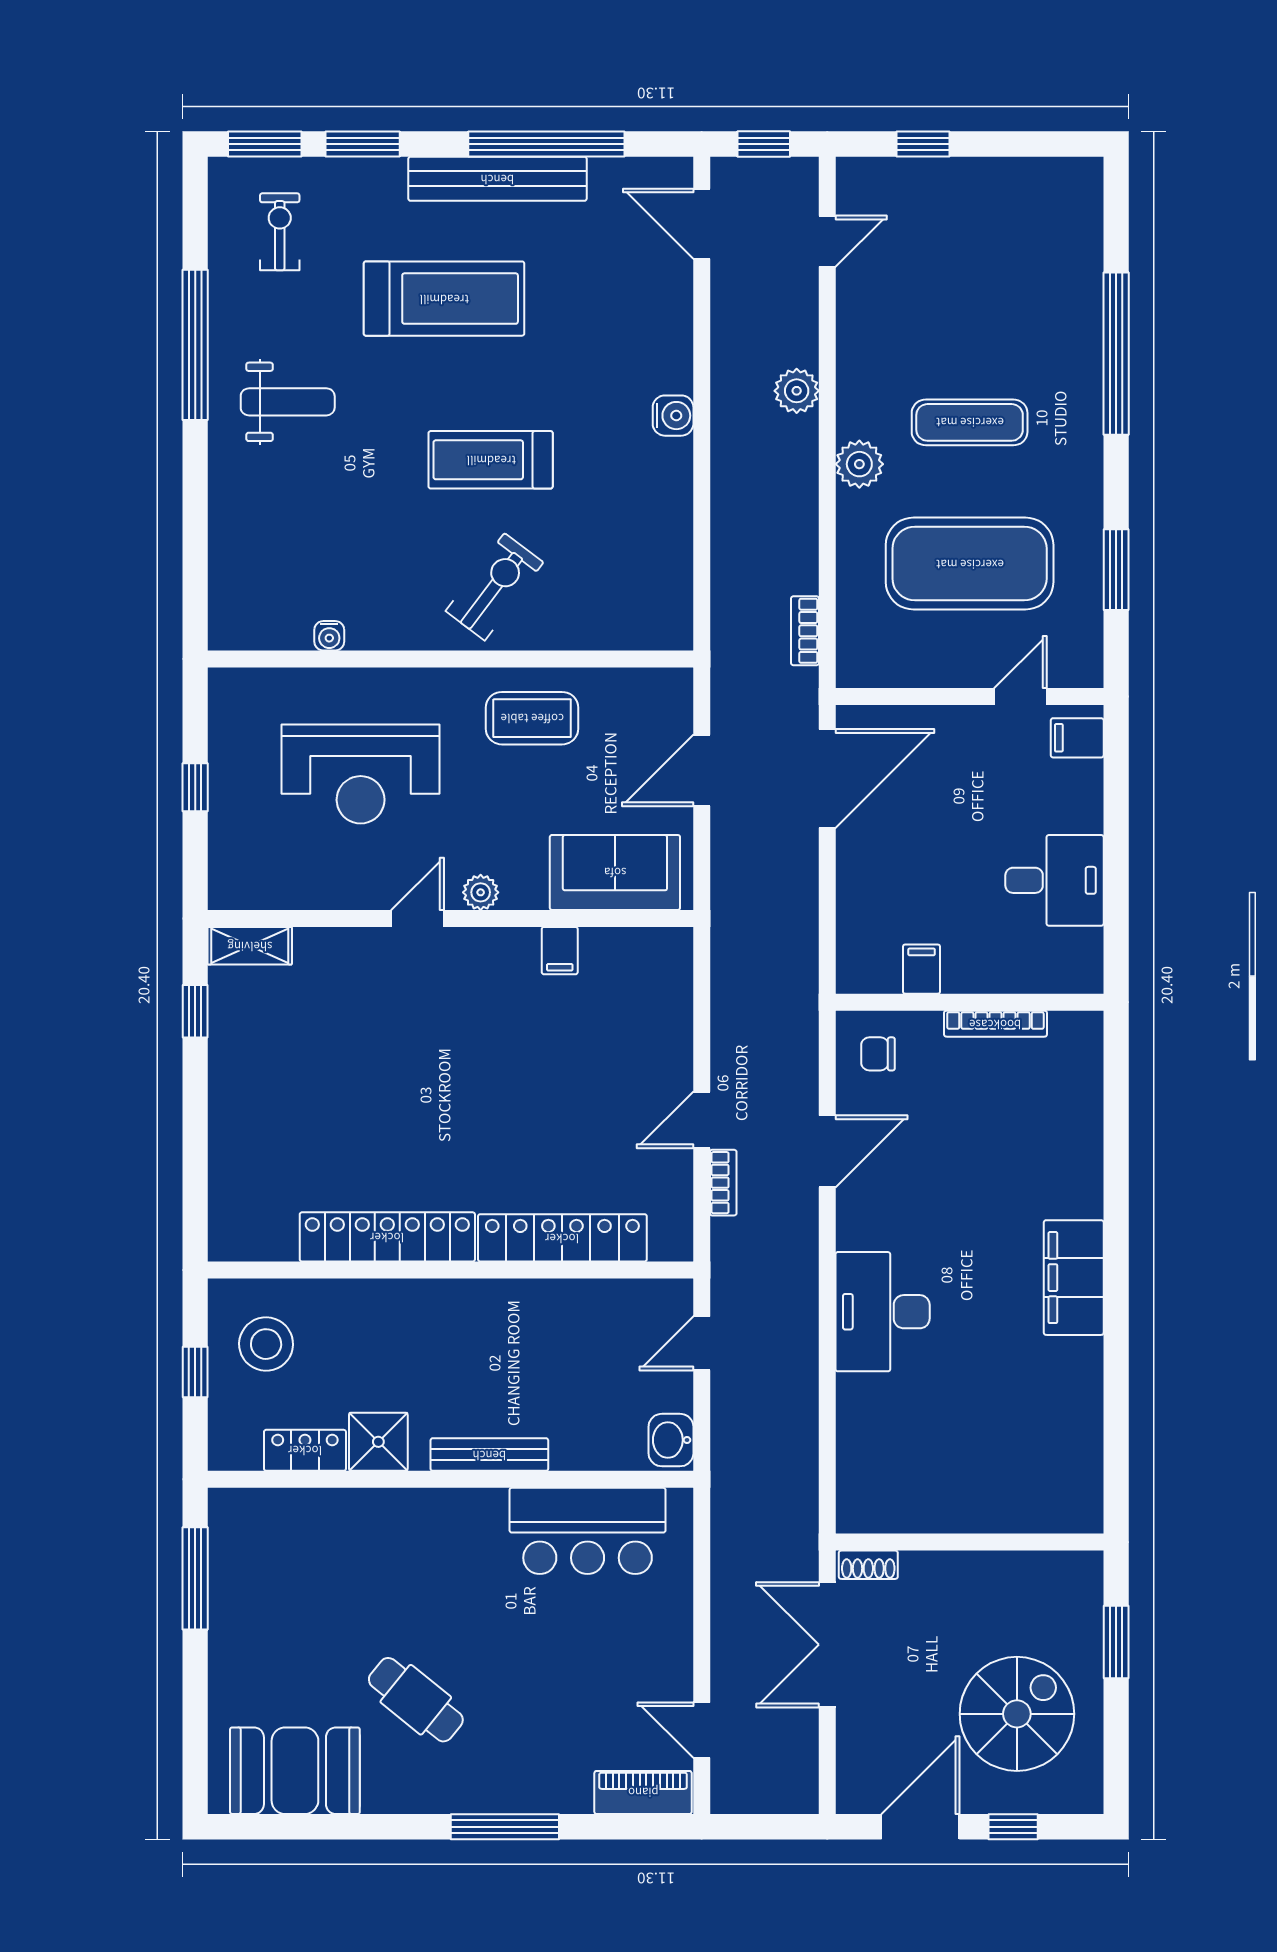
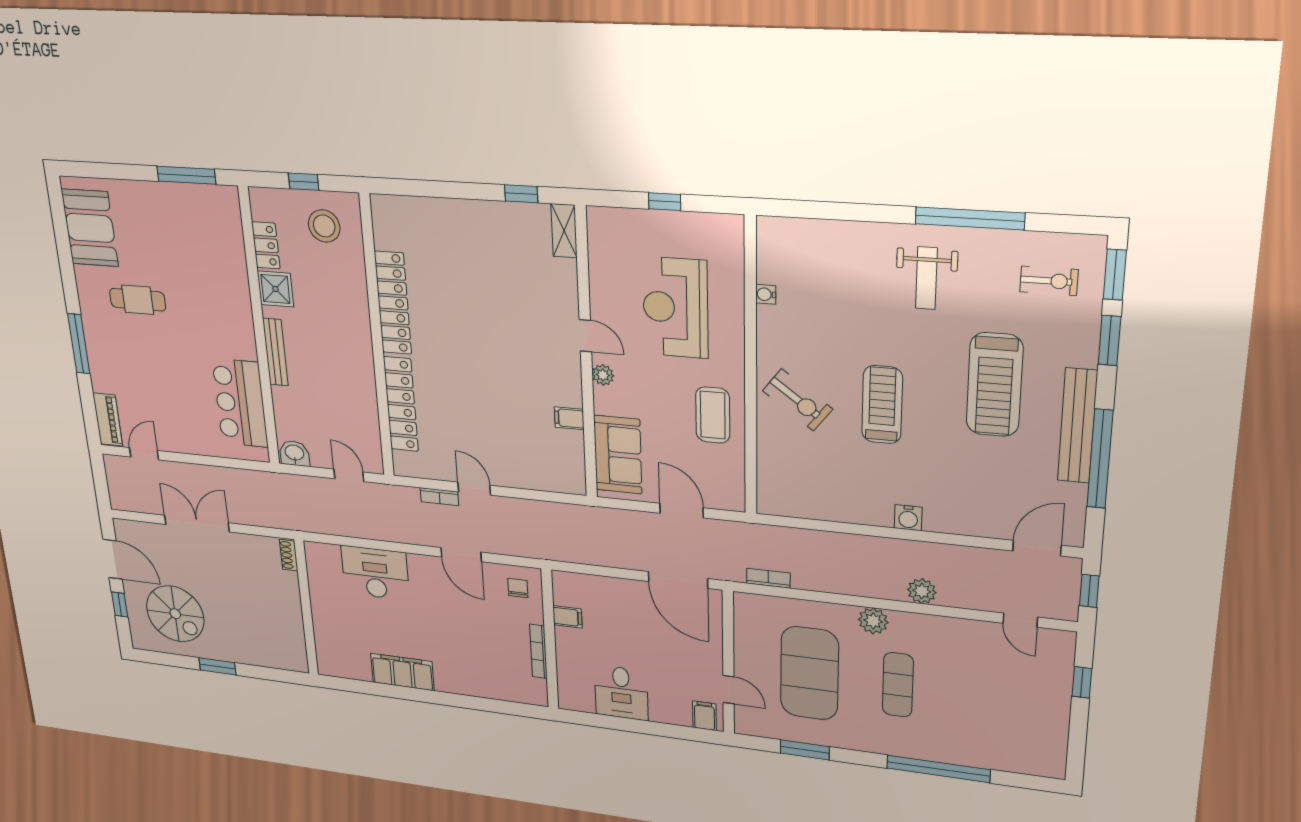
wall: (970, 1542) -> (306, 608), moved
shoe rack: (868, 1565) -> (289, 555), moved
cafe table: (416, 1700) -> (138, 300), turned 51

